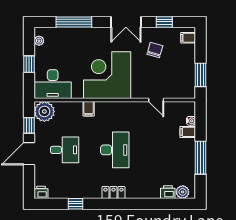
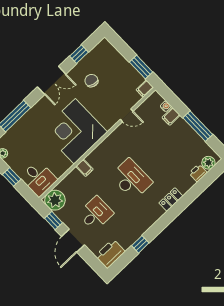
filing cabinet: (188, 38) -> (145, 89), moved
desk: (53, 84) -> (39, 178), width x0.73
printer: (41, 192) -> (110, 254), width x1.87, depth x1.48
locker: (113, 192) -> (171, 200), moved

